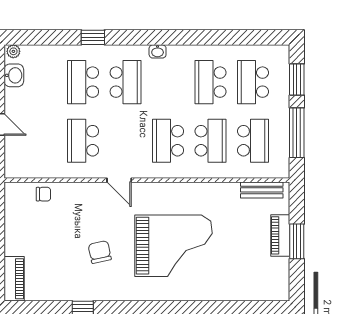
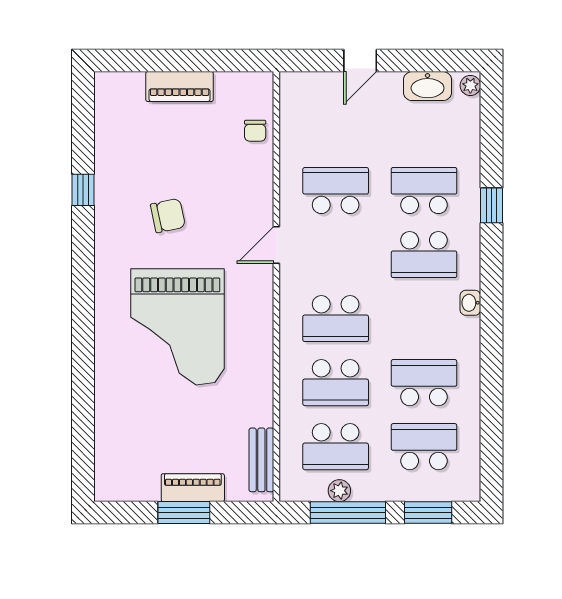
washbasin: (14, 75) -> (428, 86), width x1.38
plant: (282, 138) -> (339, 491), added
school desk: (168, 141) -> (336, 319), turned 180
piano: (14, 279) -> (180, 86), moved

